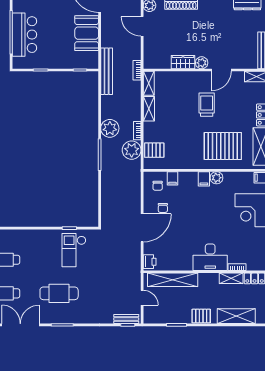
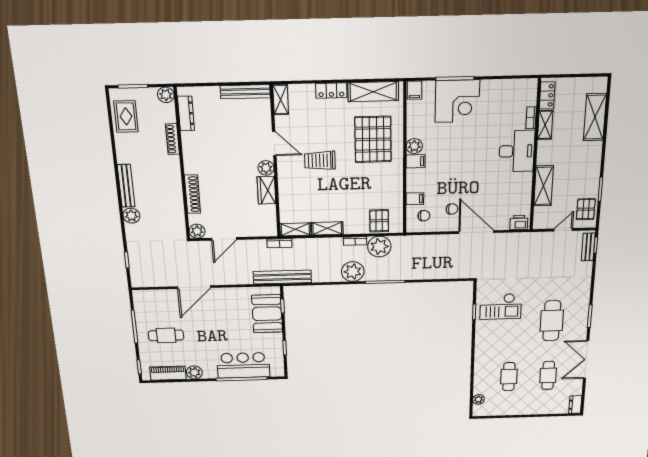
booth: (87, 33) -> (267, 314), moved, turned 90
shelving: (173, 280) -> (544, 186), width x0.68
pallet: (201, 316) -> (586, 209), moved

